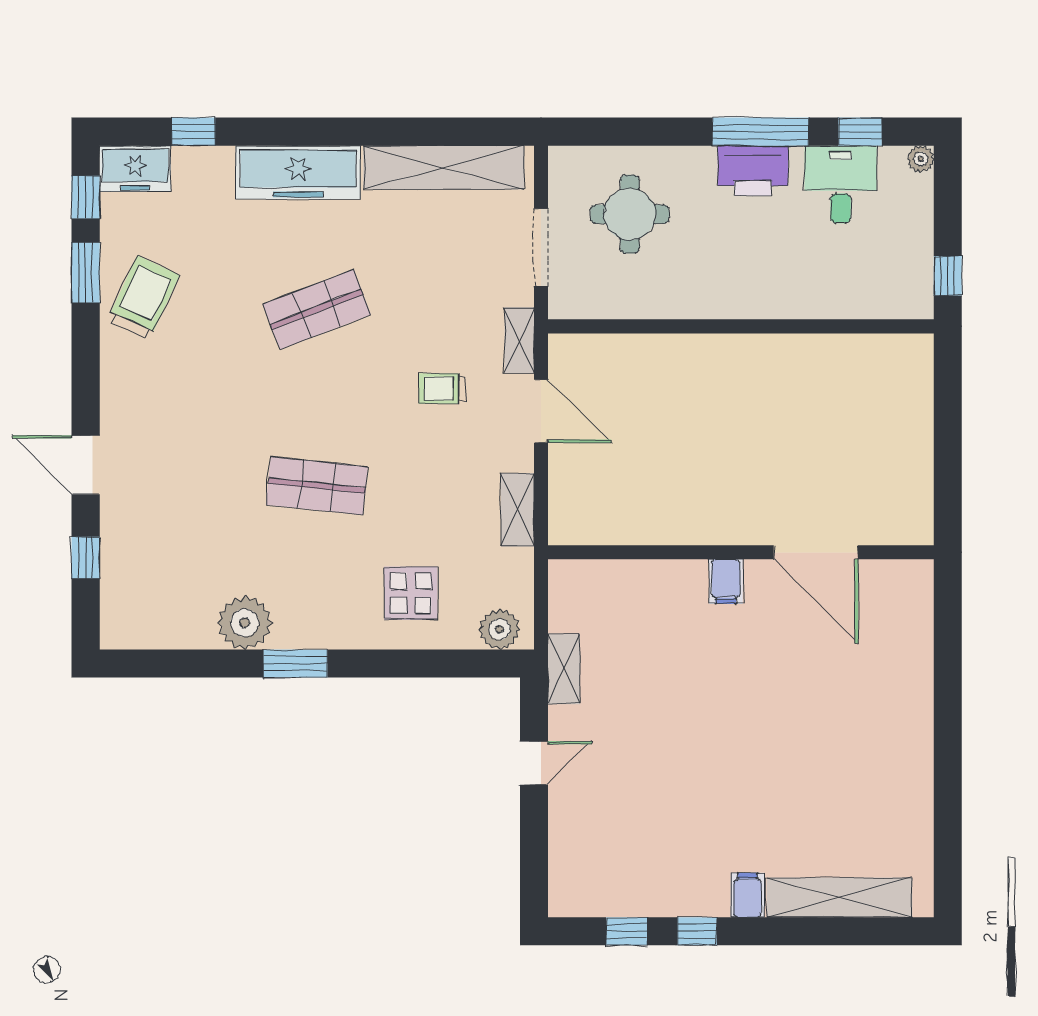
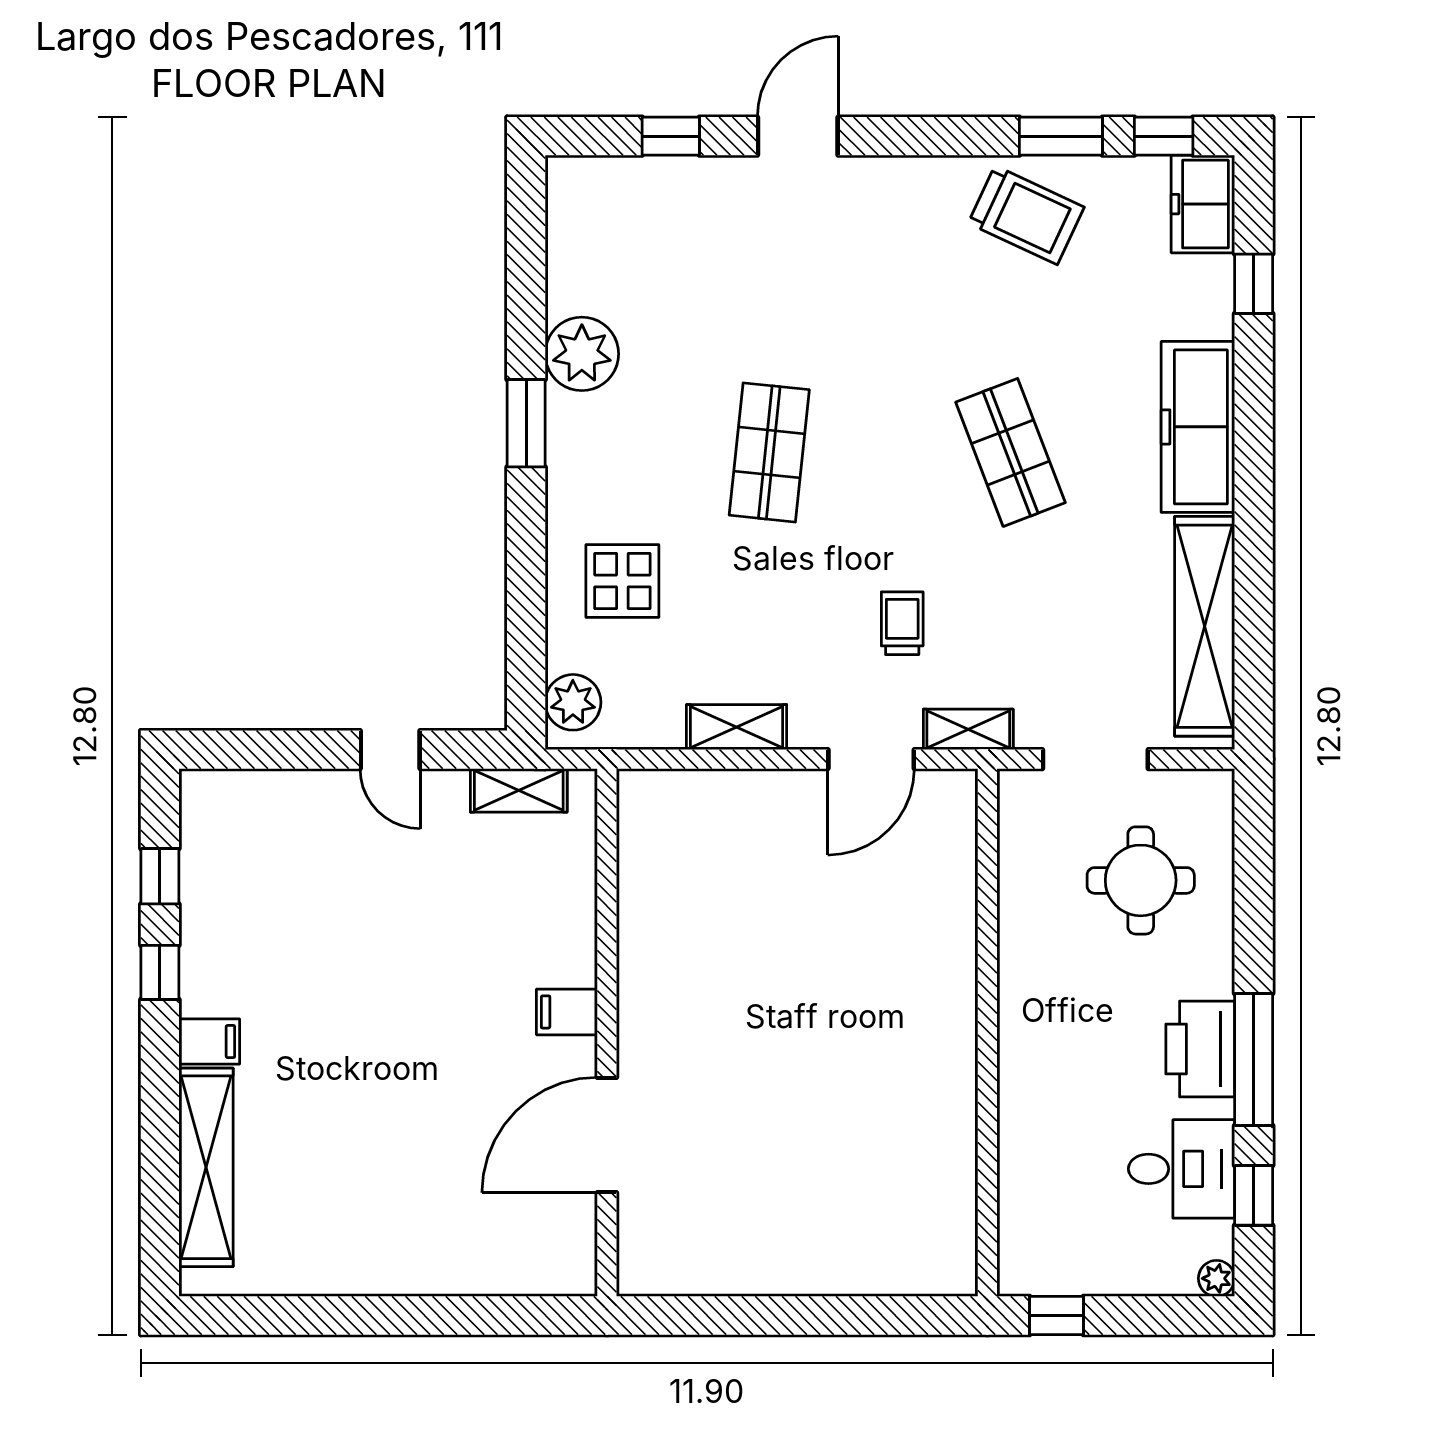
wall: (741, 552) -> (607, 1033), moved
door: (816, 552) -> (607, 1135), moved
filing cabinet: (726, 582) -> (567, 1012), moved

